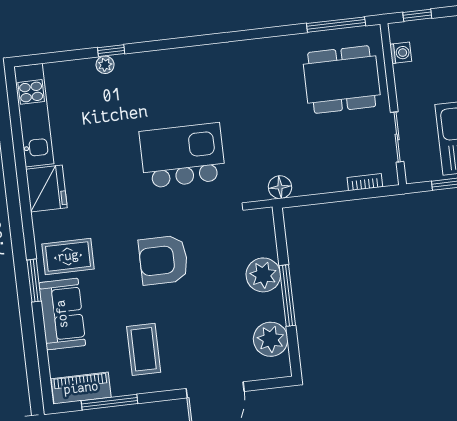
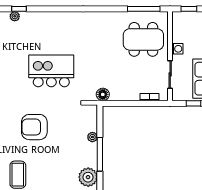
washing machine: (401, 53) -> (177, 49), moved
plant: (263, 275) -> (92, 137), width x0.53, depth x0.53

